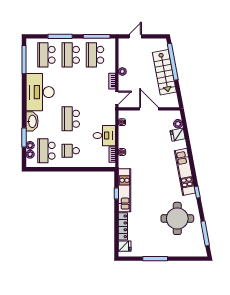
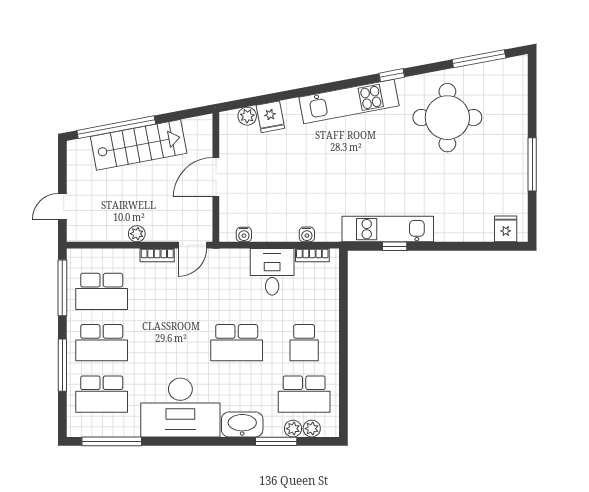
door: (135, 36) -> (62, 206), hinge flipped
door: (117, 98) -> (192, 245), swing flipped
locker: (123, 226) -> (464, 232), removed

